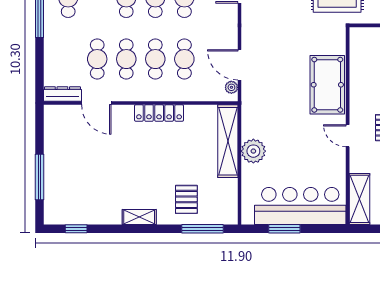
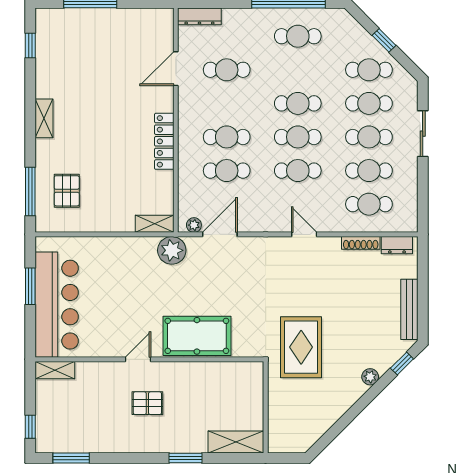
cafe table: (126, 59) -> (227, 103), removed
dresser: (62, 94) -> (199, 16), moved, turned 90
shelving: (228, 141) -> (155, 224), width x0.45, depth x0.75
plant: (253, 151) -> (172, 250), moved
pallet: (186, 199) -> (67, 191), moved, turned 90
shelving: (360, 199) -> (55, 370), width x0.67, depth x0.75

